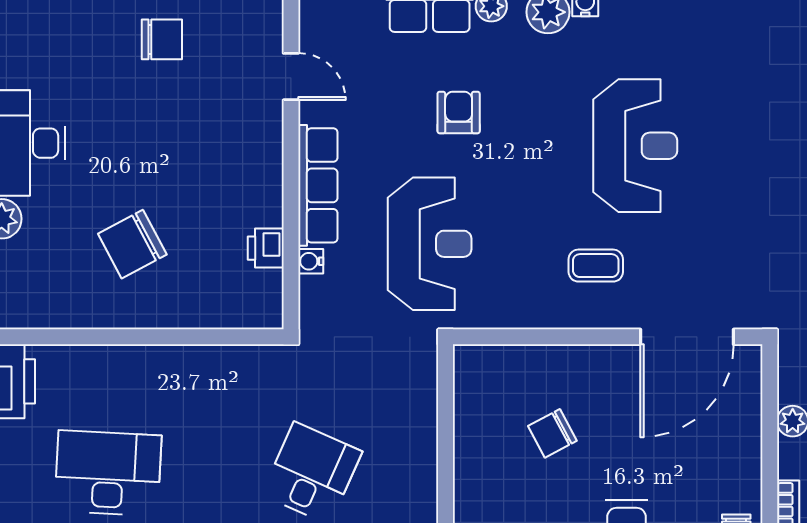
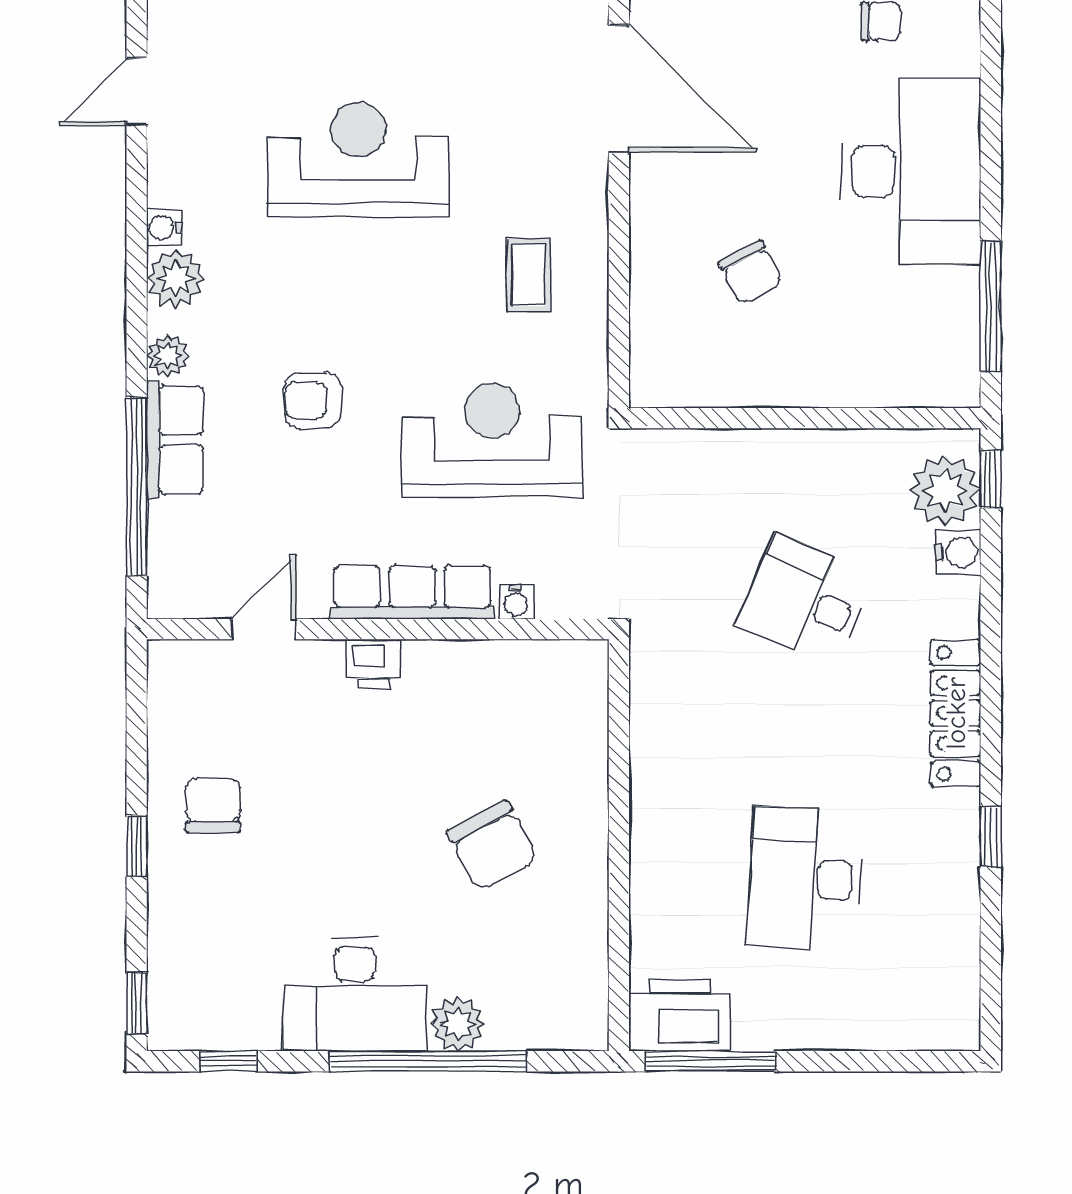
printer: (266, 248) -> (373, 664), moved
coffee table: (596, 266) -> (528, 275), moved

